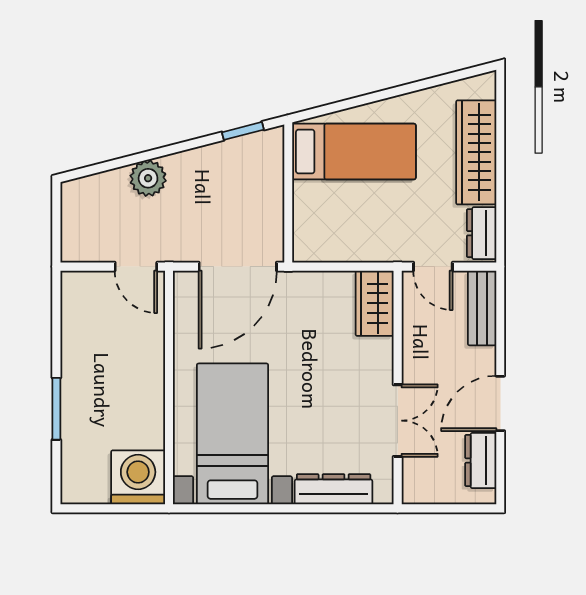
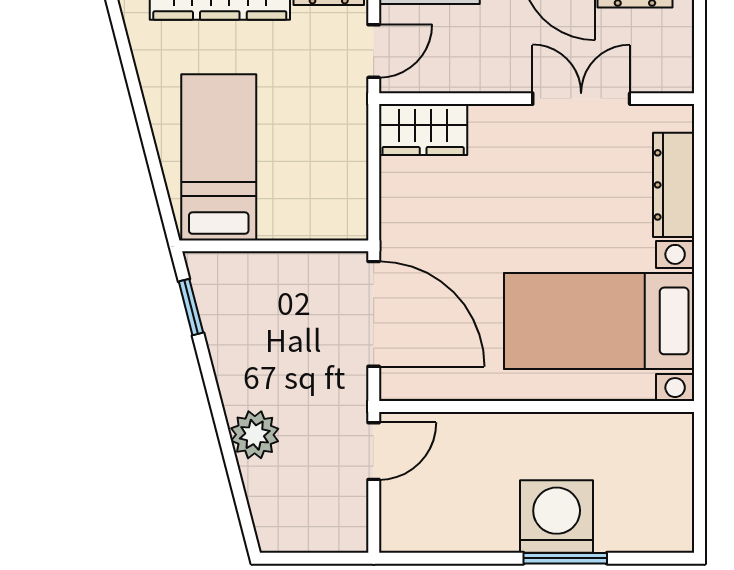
washing machine: (138, 477) -> (557, 517), moved, turned 90

